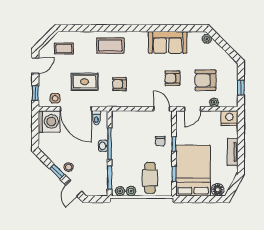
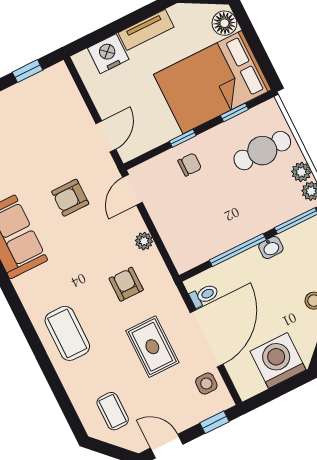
armchair: (172, 78) -> (70, 198), turned 90
armchair: (205, 80) -> (45, 139), removed
armchair: (120, 84) -> (126, 284), turned 180
plant: (214, 102) -> (144, 241), moved
door: (193, 109) -> (106, 136), hinge flipped
nightstand: (229, 118) -> (108, 54), moved, turned 90
washing machine: (49, 121) -> (278, 361), moved
washbasin: (103, 146) -> (271, 248), moved

